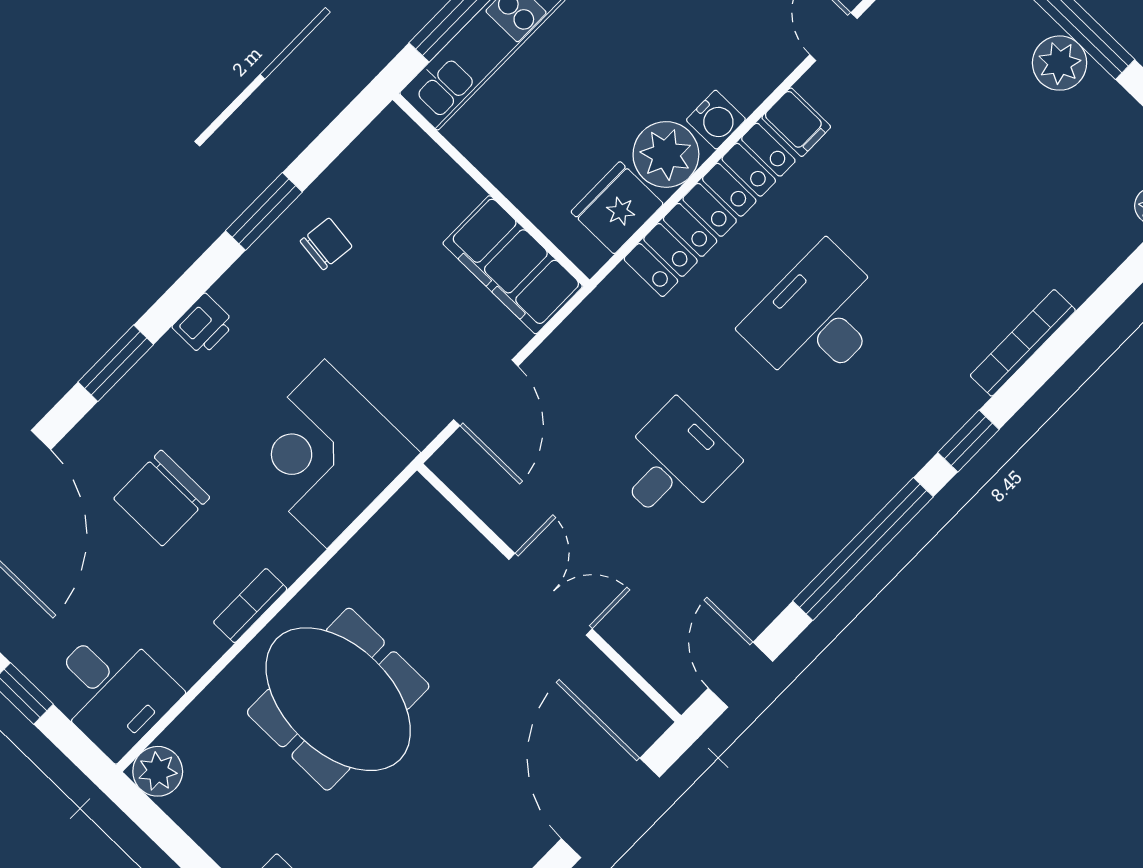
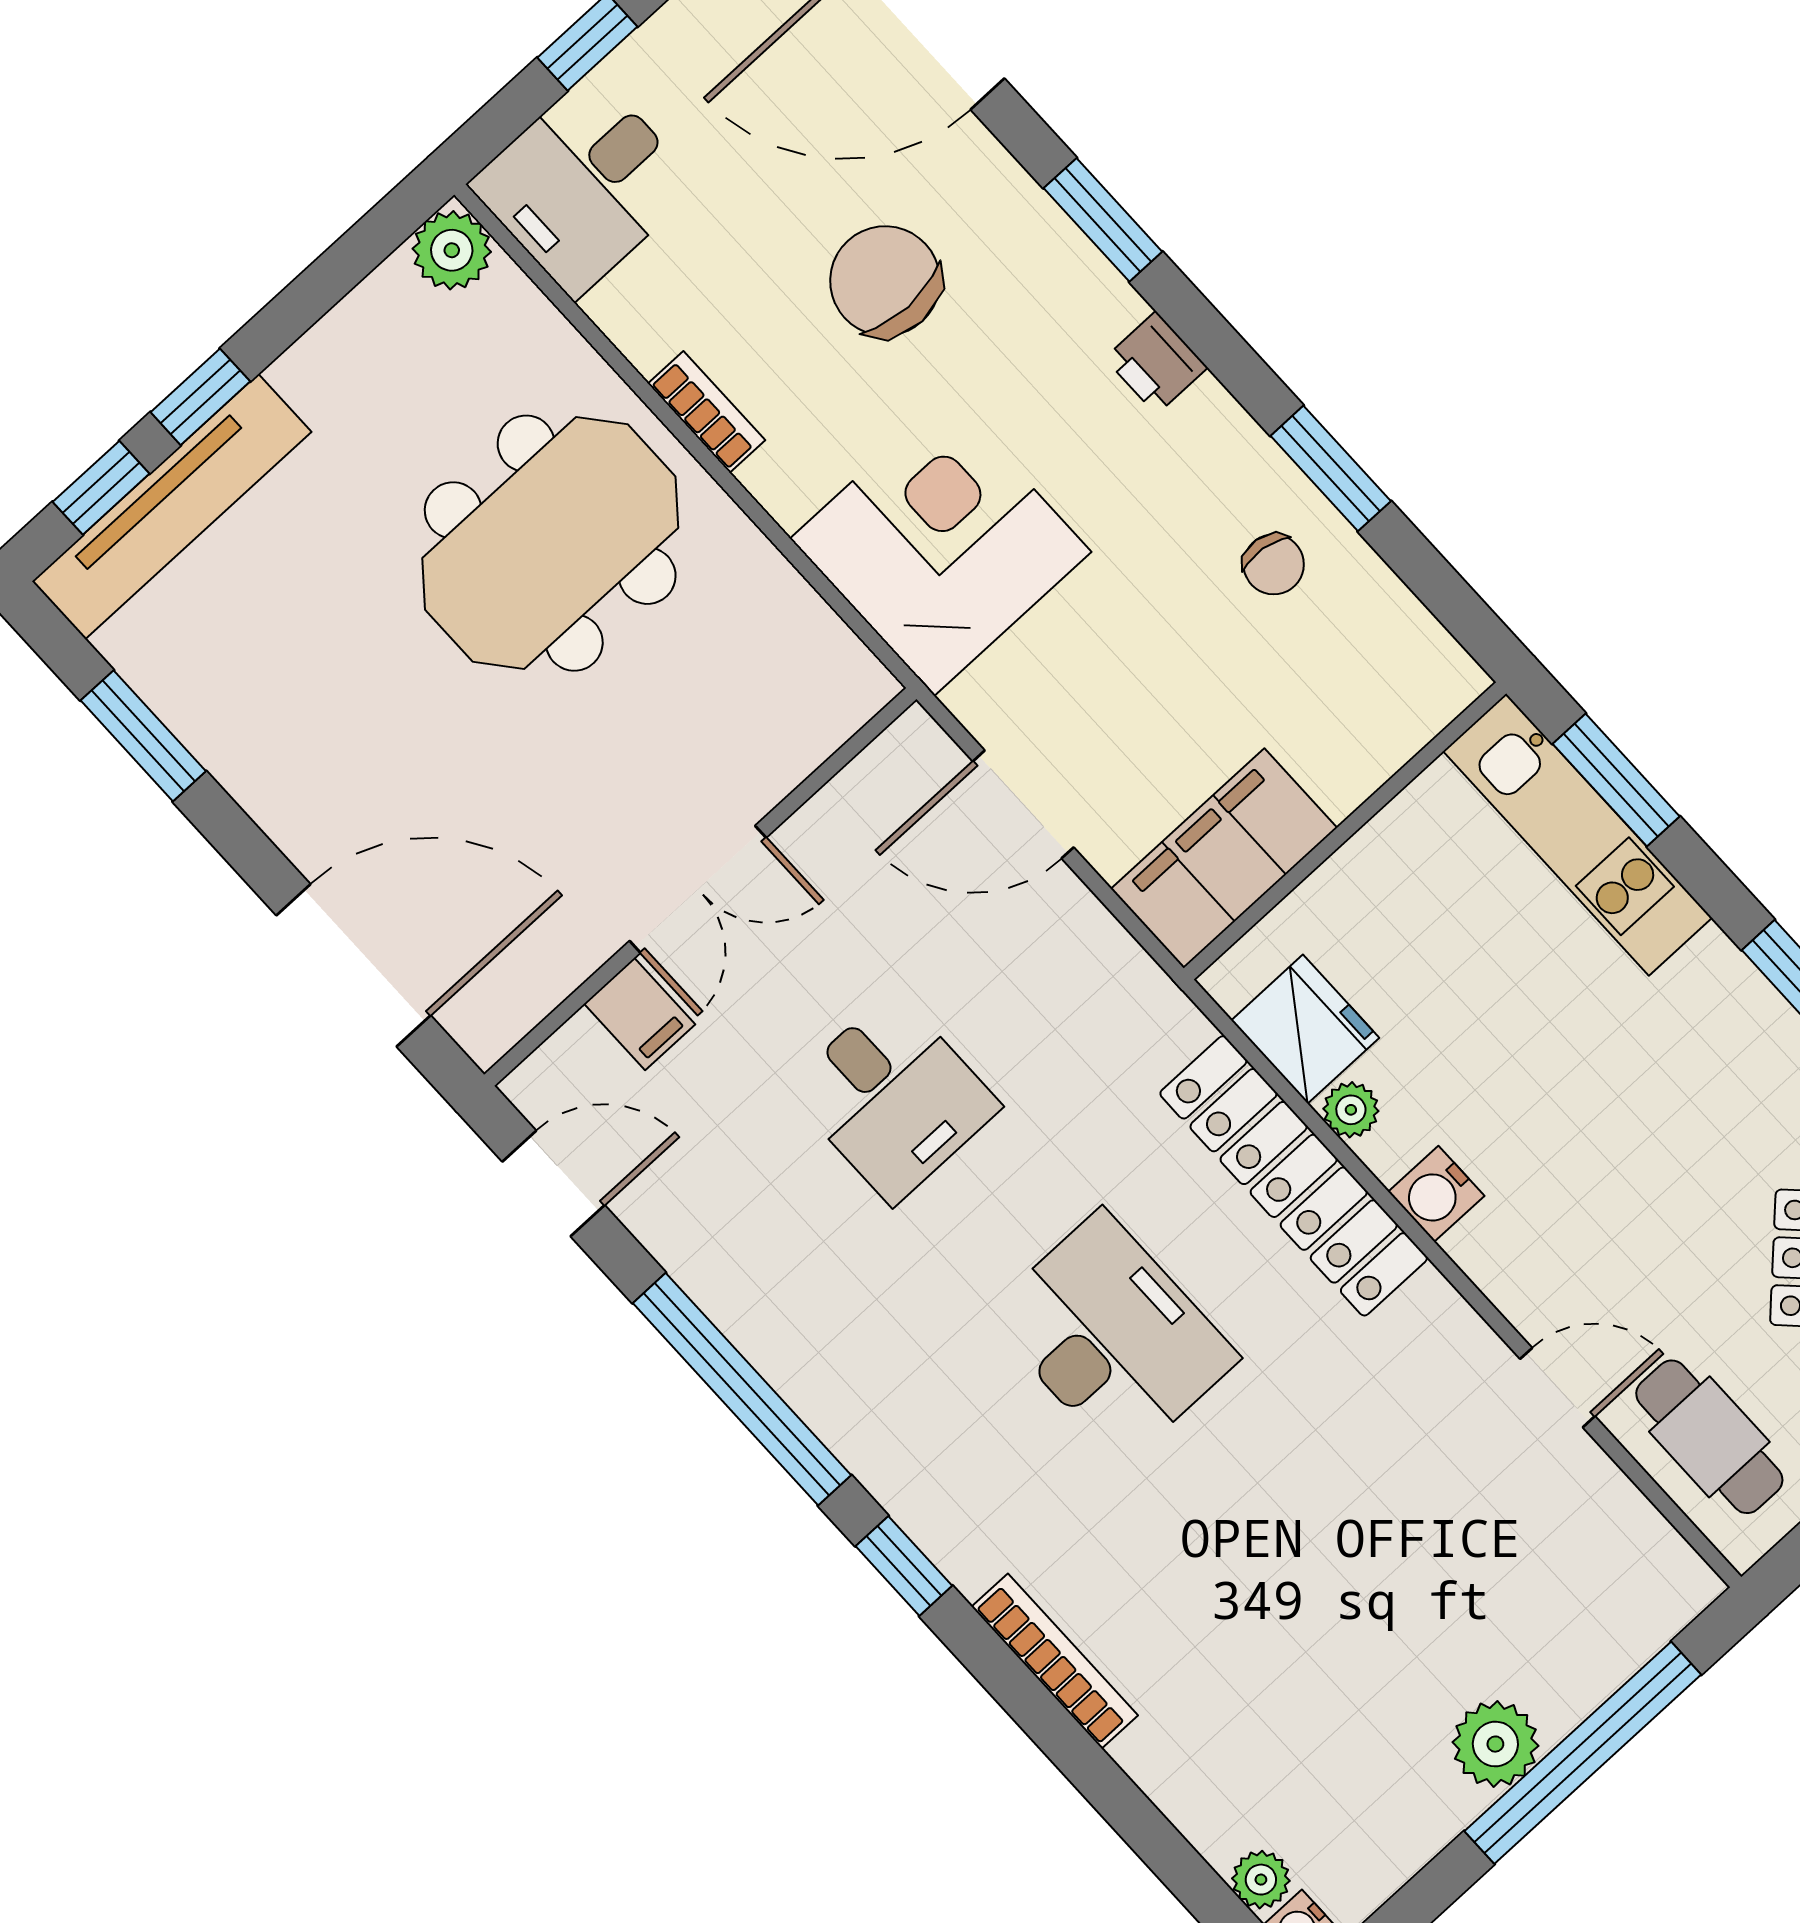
filing cabinet: (796, 122) -> (640, 1014), moved, turned -90
plant: (666, 154) -> (1351, 1110), width x0.53, depth x0.53

